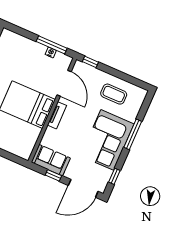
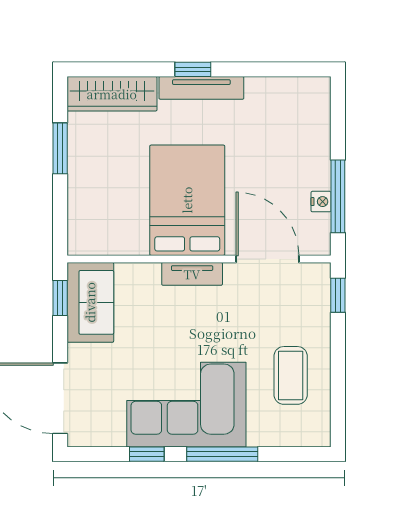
door: (64, 83) -> (267, 259), swing flipped
window: (53, 175) -> (60, 298), moved
window: (114, 176) -> (147, 454), moved

